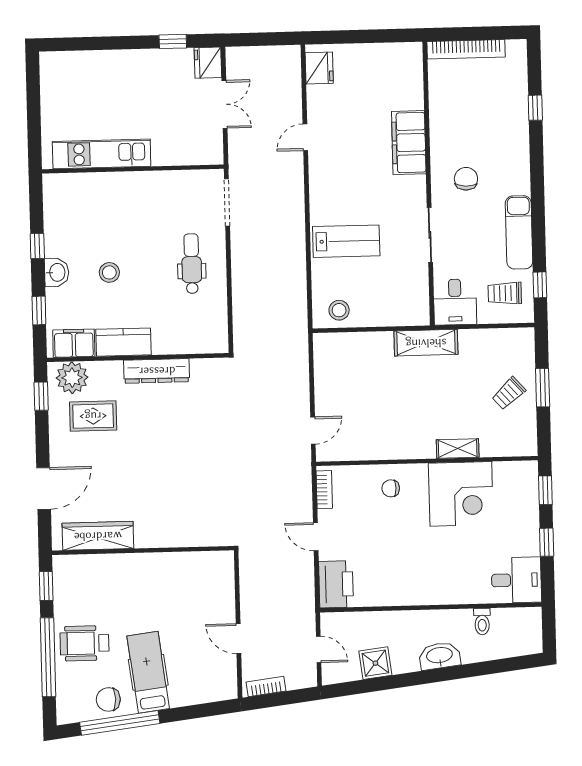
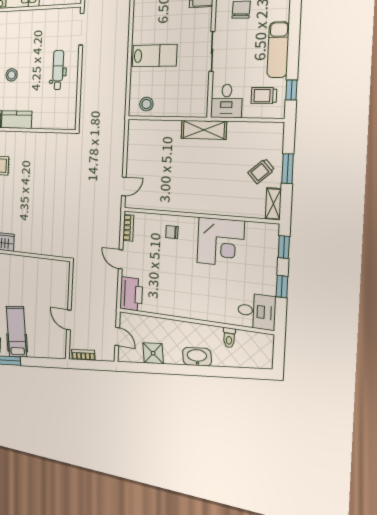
dresser: (157, 371) -> (33, 139), removed
shelving: (458, 449) -> (273, 204), moved, turned 90

